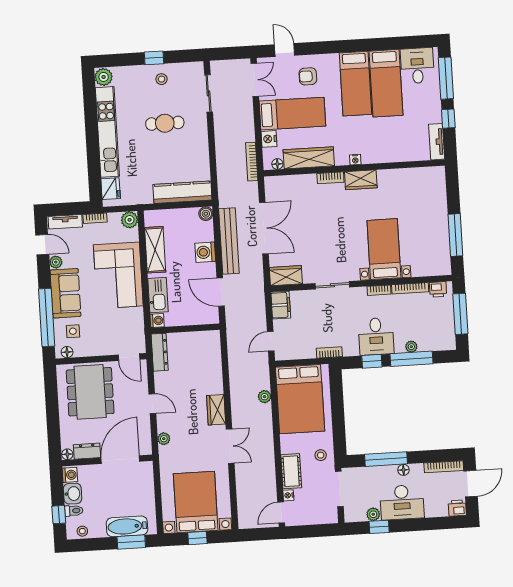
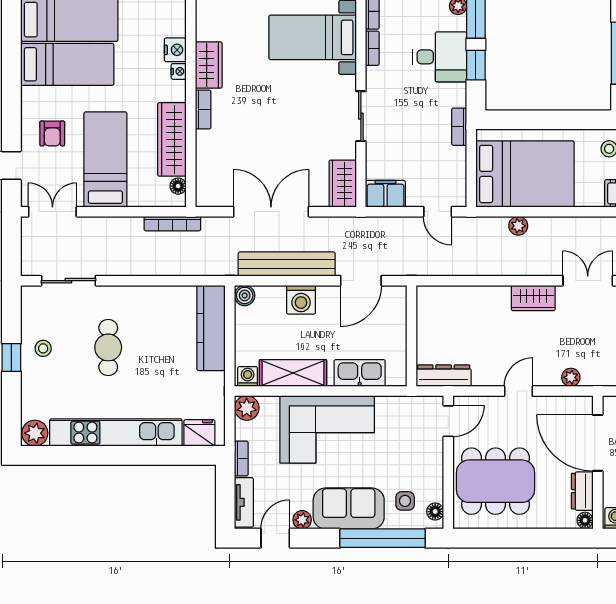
nightstand: (269, 139) -> (175, 50), moved, turned -90
washing machine: (157, 321) -> (248, 377), moved

